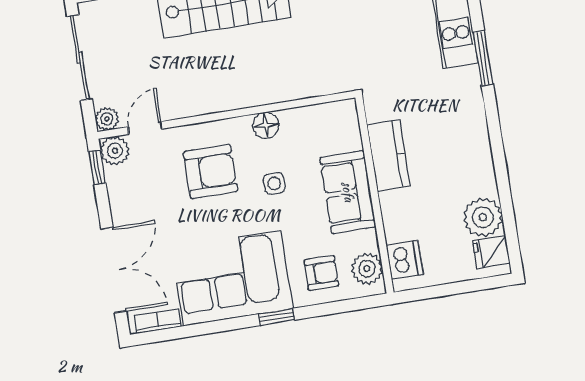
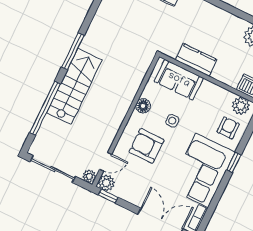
door: (145, 128) -> (106, 162), swing flipped
armchair: (211, 172) -> (147, 146), turned -90
sofa: (348, 192) -> (179, 80), moved

